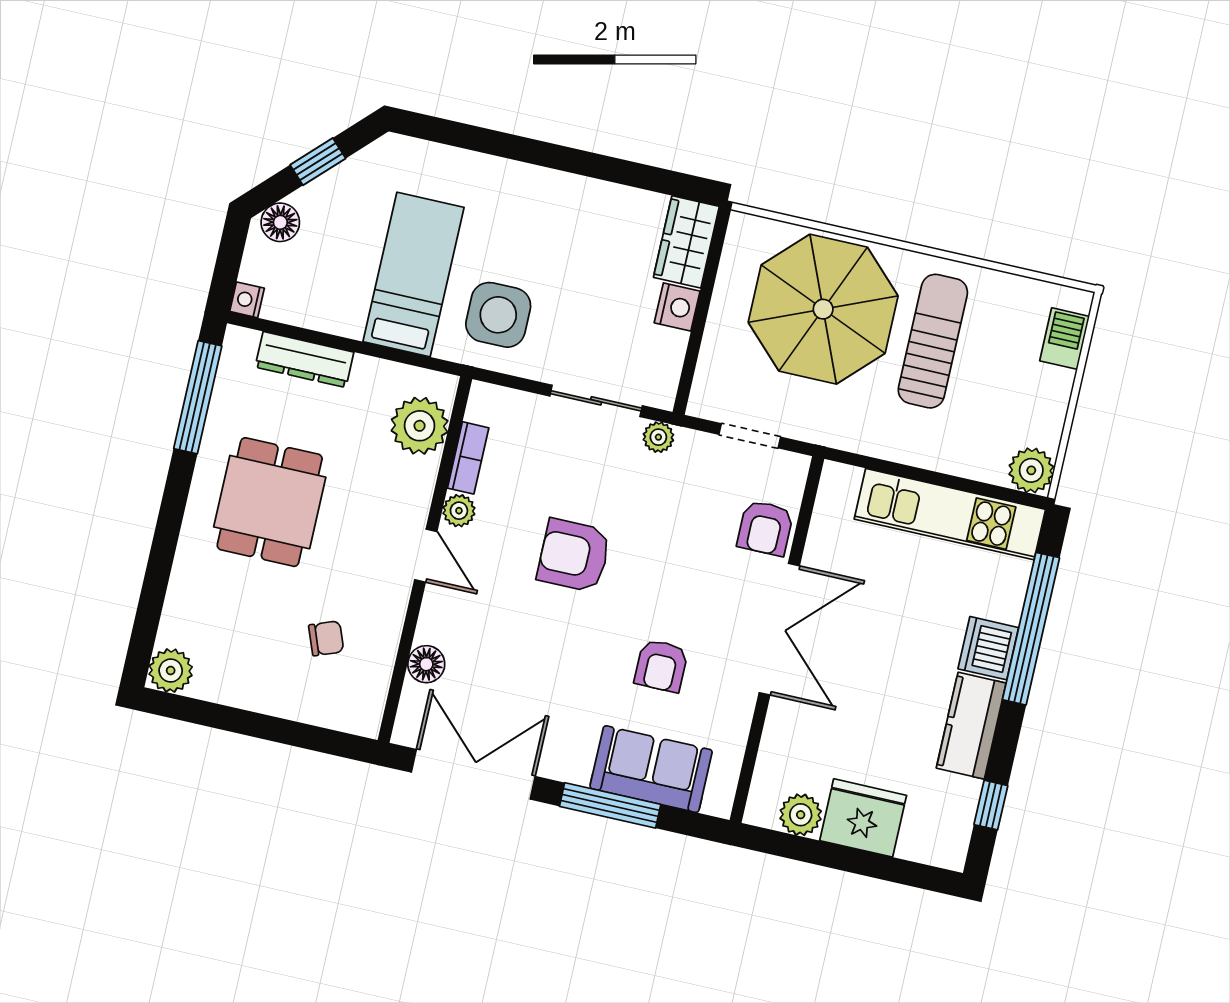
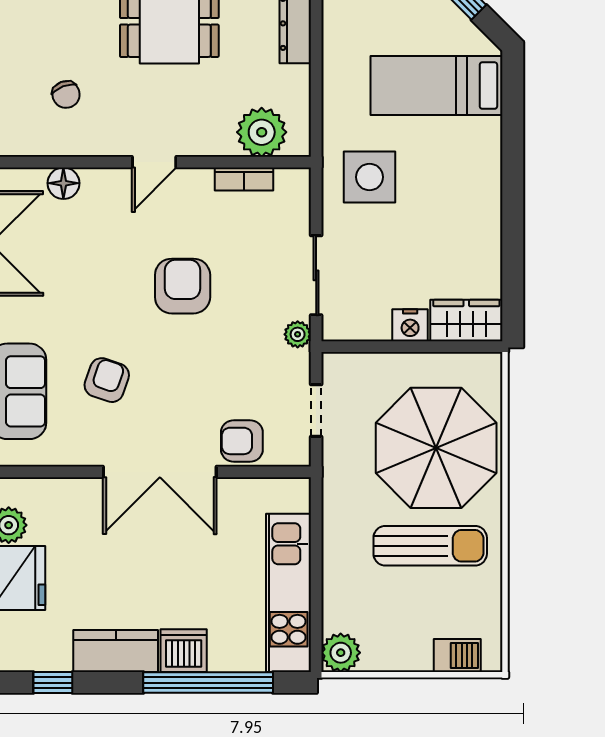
bed: (414, 274) -> (436, 86), moved, turned 180
plant: (459, 511) -> (198, 181), removed
armchair: (661, 666) -> (107, 380), turned 109

